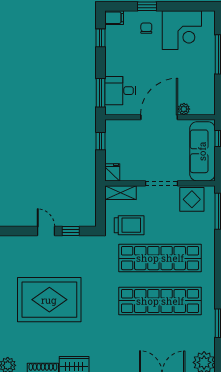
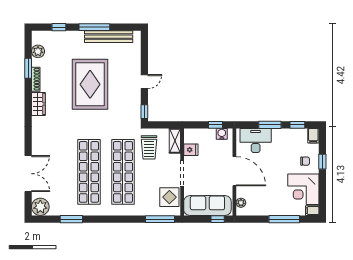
filing cabinet: (209, 19) -> (312, 211), added
desk: (120, 91) -> (256, 140), width x1.37
window: (101, 93) -> (270, 125), moved
plant: (184, 109) -> (241, 203), moved
water cooler: (112, 133) -> (222, 134), added
fridge: (112, 172) -> (191, 150), moved
window: (71, 231) -> (144, 112), moved

